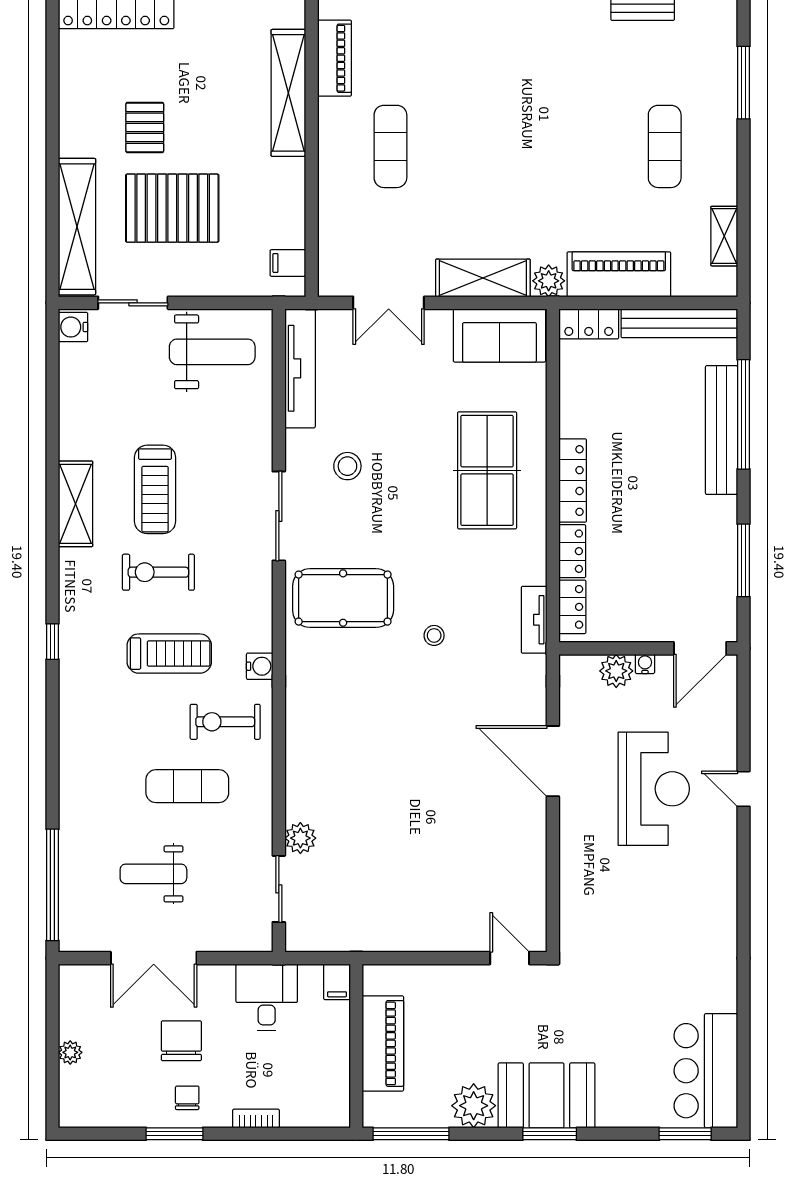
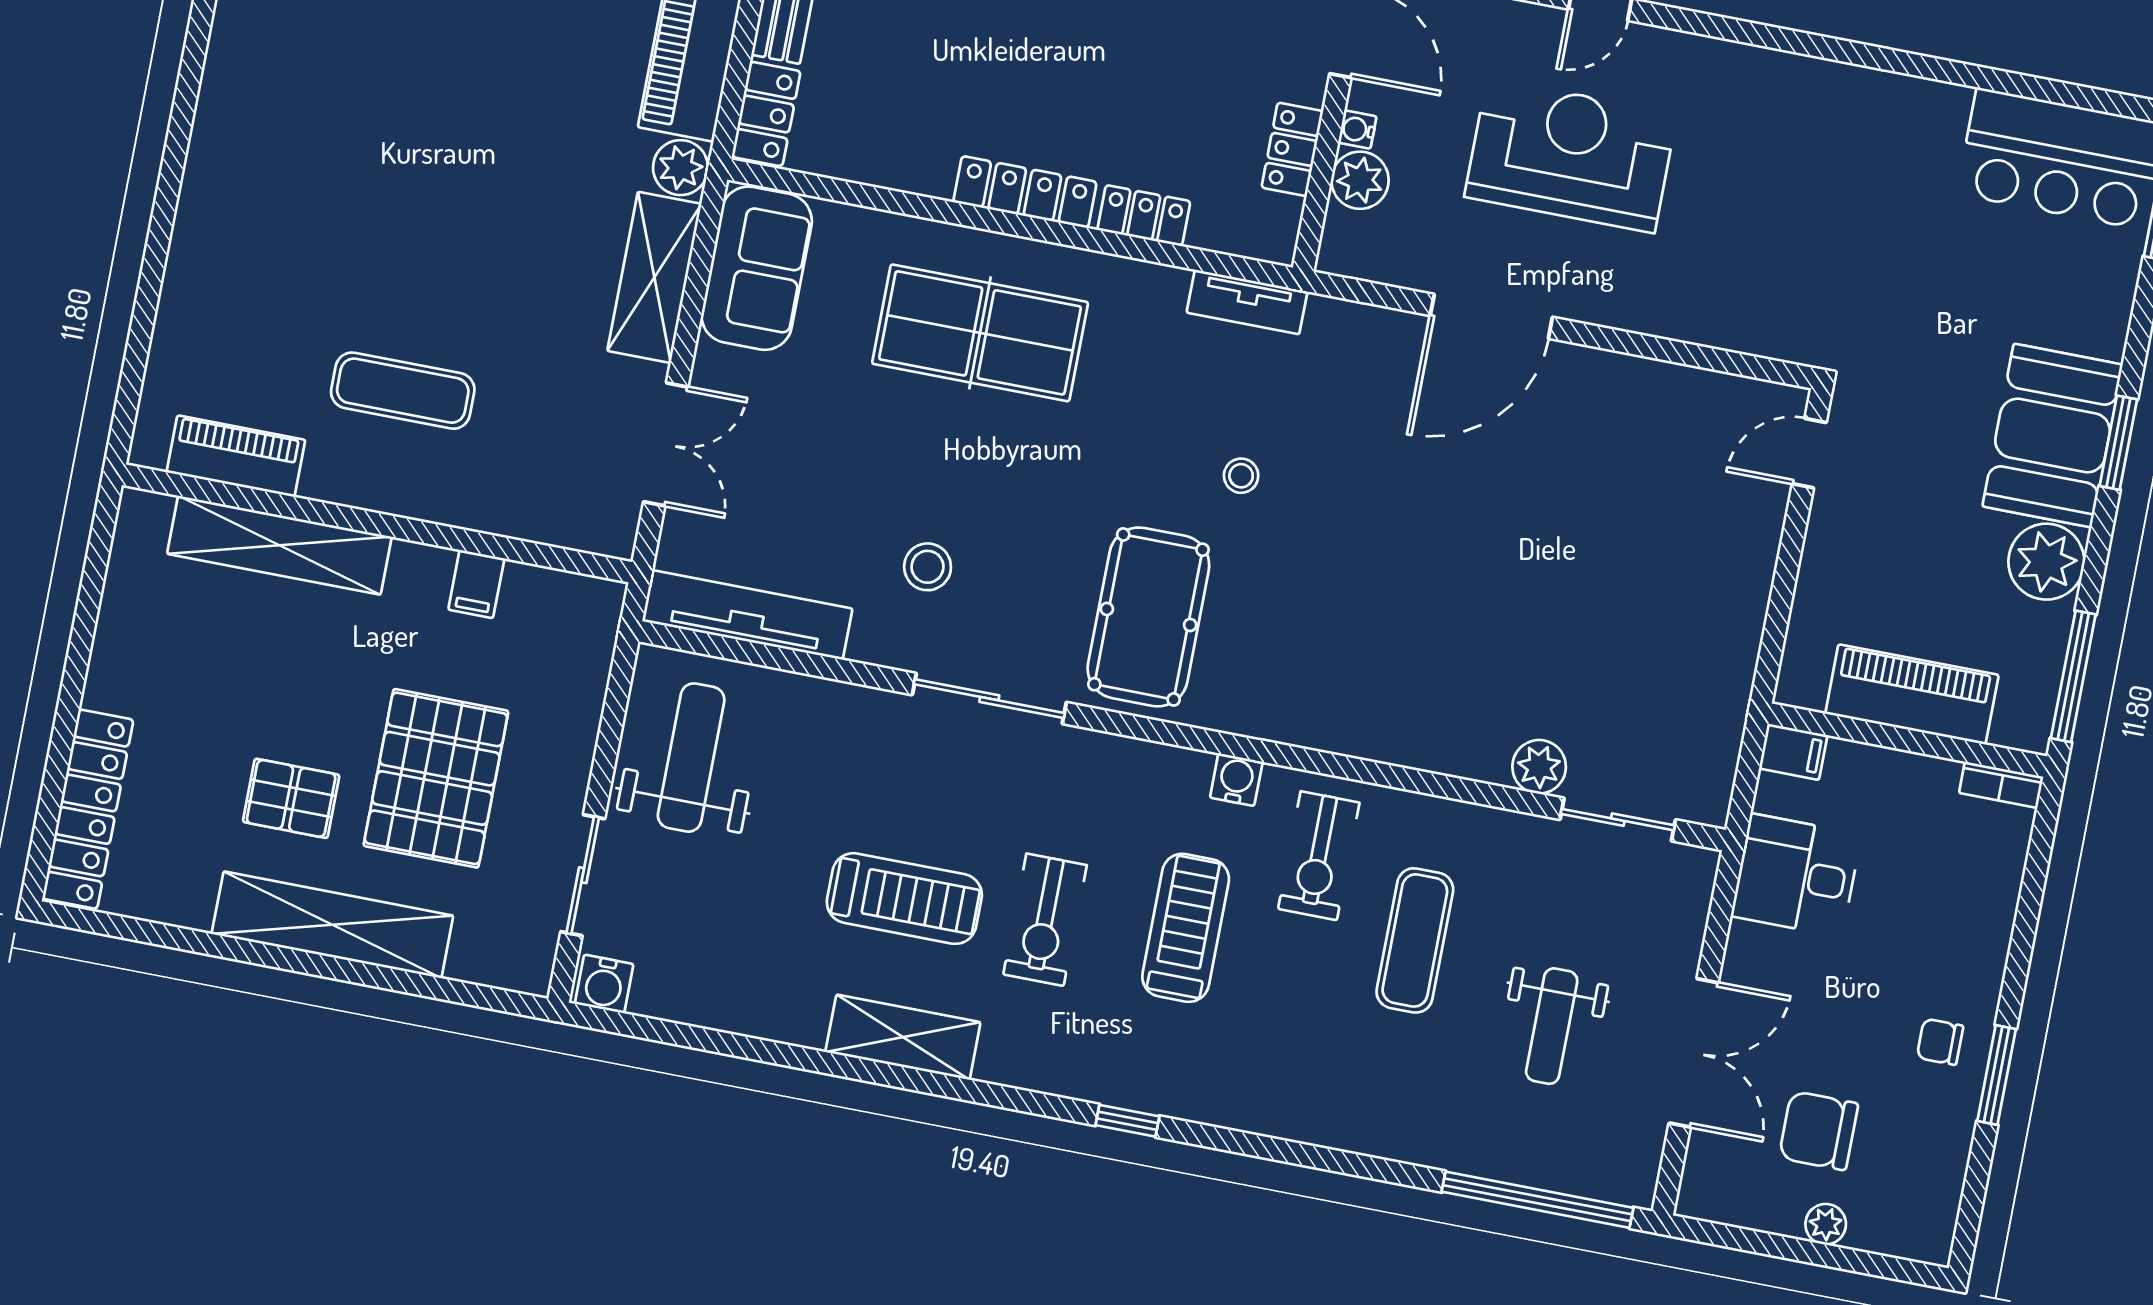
shelving: (77, 227) -> (332, 925), moved
filing cabinet: (288, 263) -> (476, 584), moved
locker: (572, 607) -> (1292, 149), moved, turned -90
chair: (181, 1041) -> (1818, 1131), moved
bookcase: (256, 1118) -> (2001, 785), moved, turned -90

